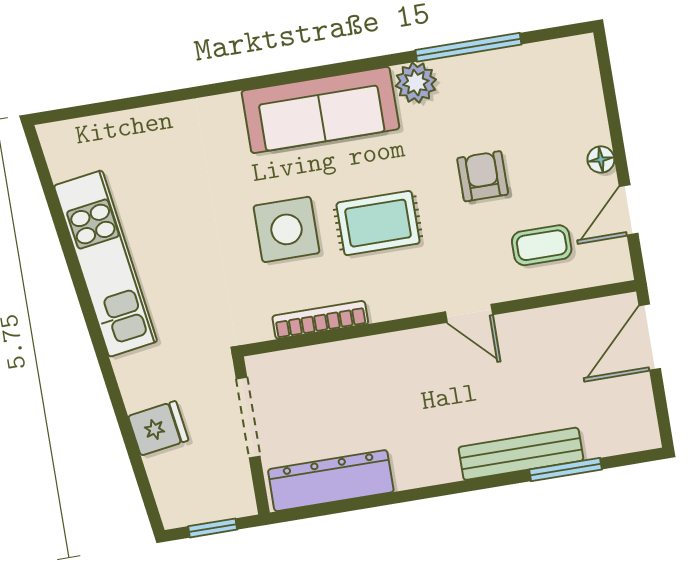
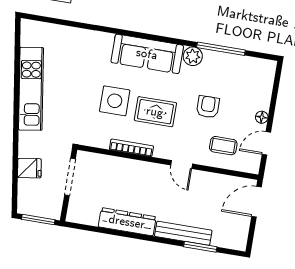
bookcase: (320, 320) -> (131, 148), moved
dresser: (331, 481) -> (127, 222), moved
window: (213, 528) -> (38, 220), width x1.50

